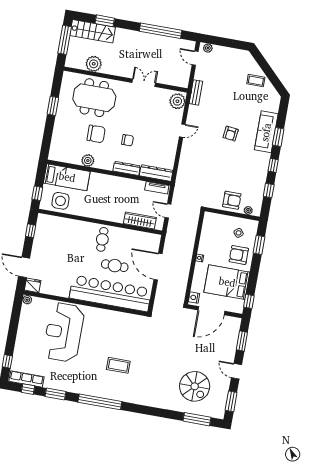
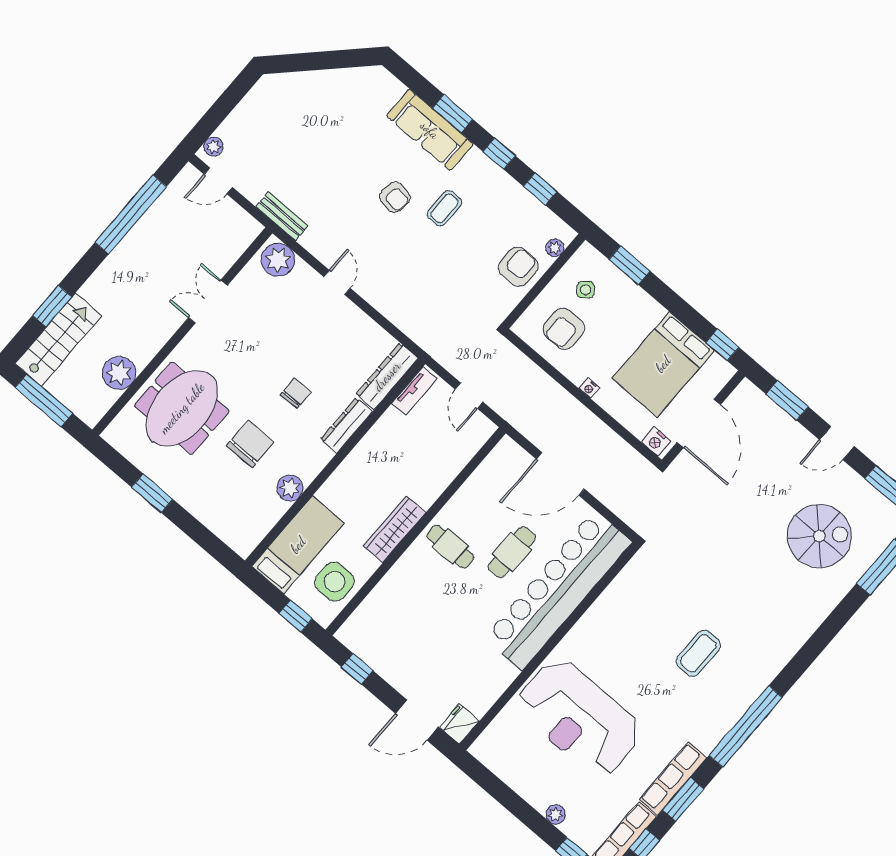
coffee table: (256, 81) -> (444, 208), moved
door: (168, 211) -> (469, 396), hinge flipped
wardrobe: (140, 221) -> (395, 529), moved
armchair: (239, 255) -> (564, 329), moved
plant: (27, 300) -> (556, 814), moved
row of seats: (62, 385) -> (673, 778), added

